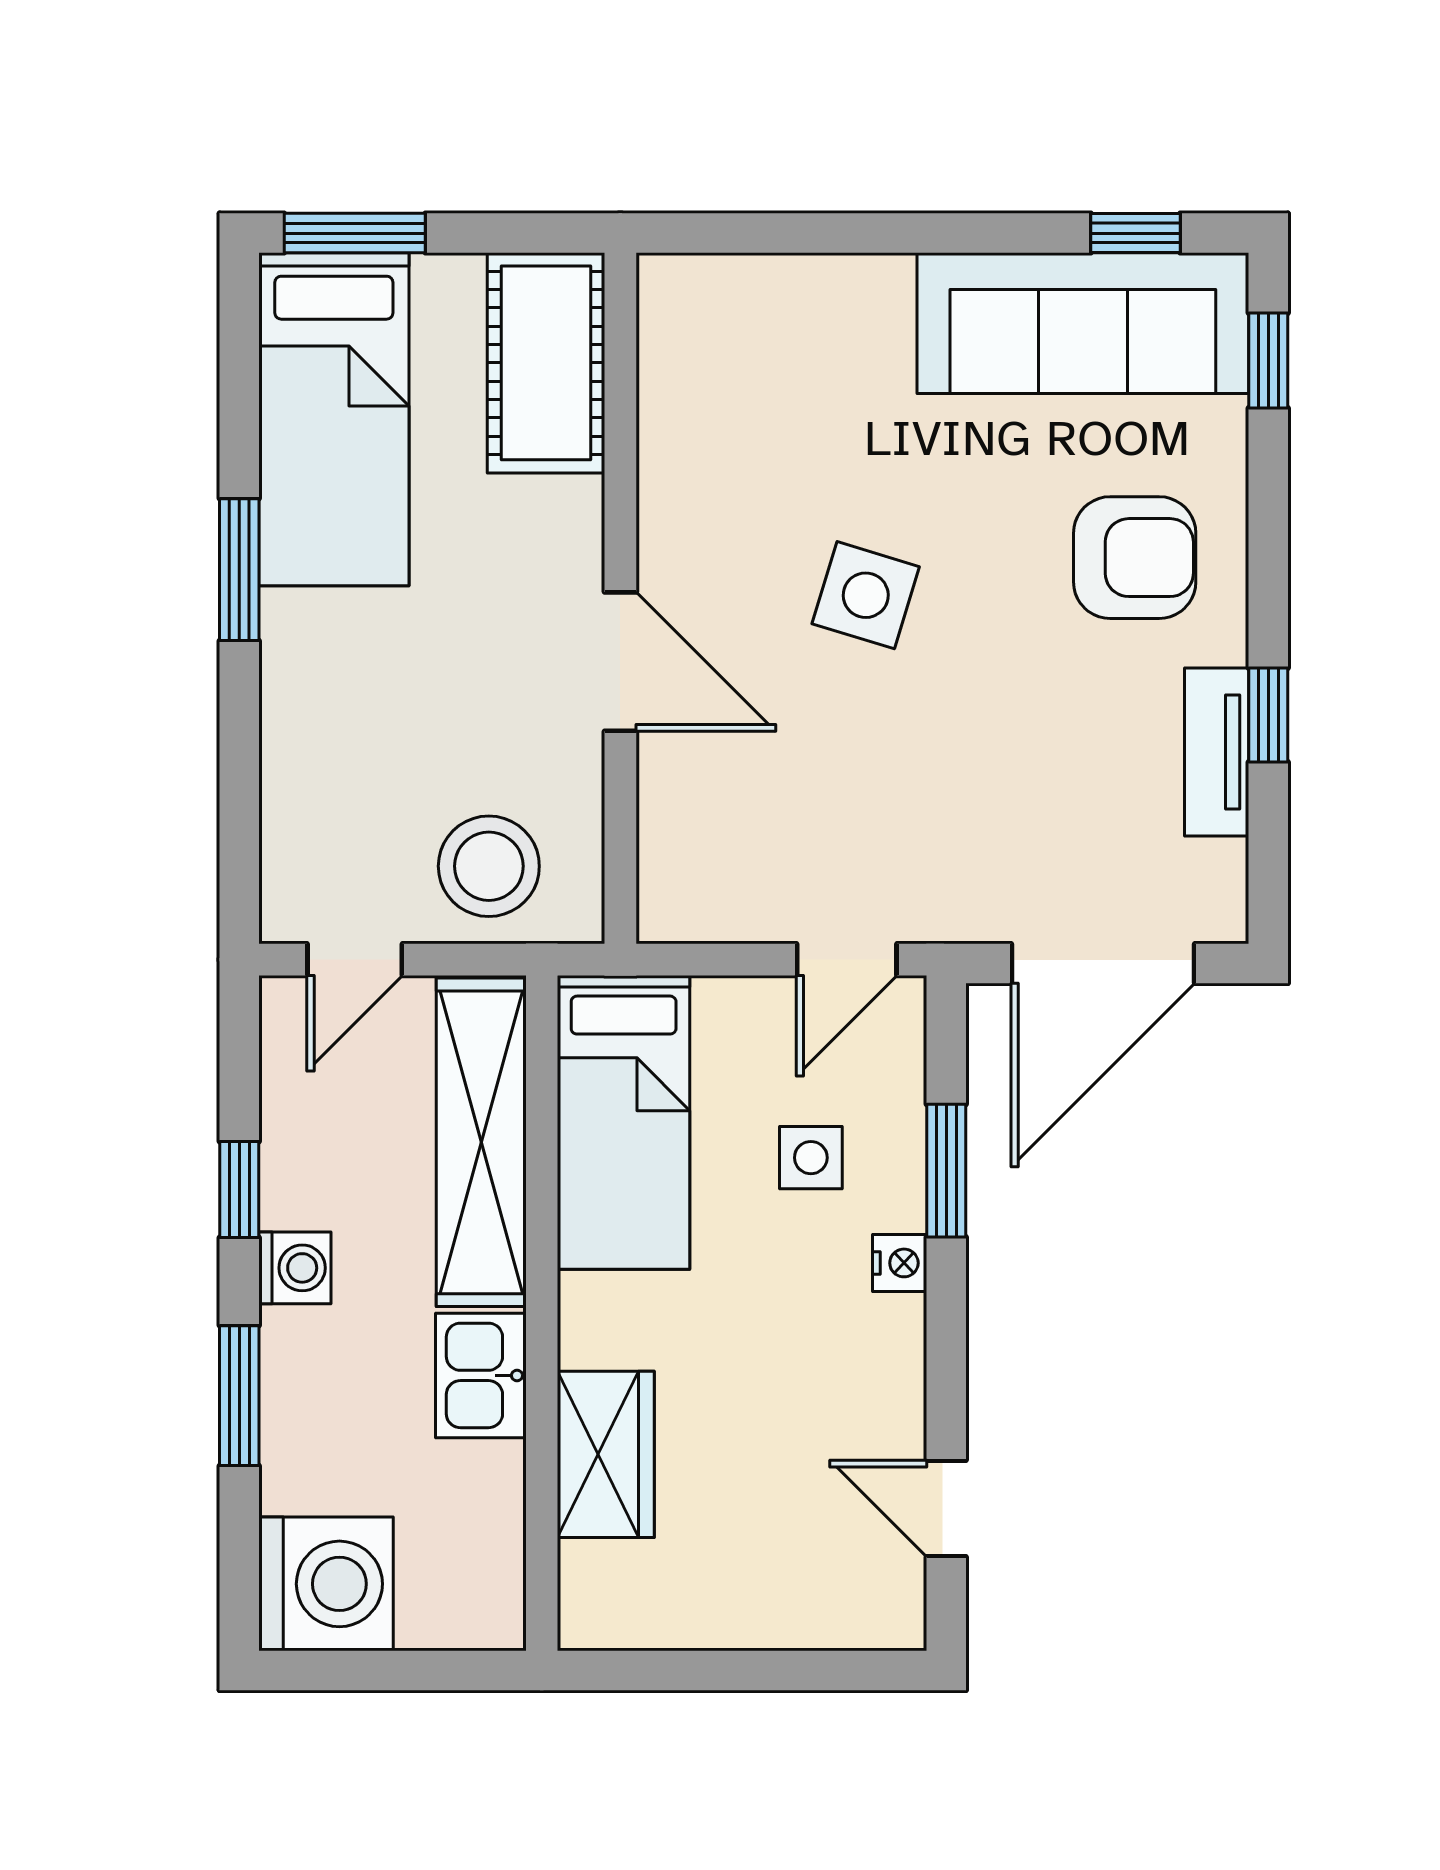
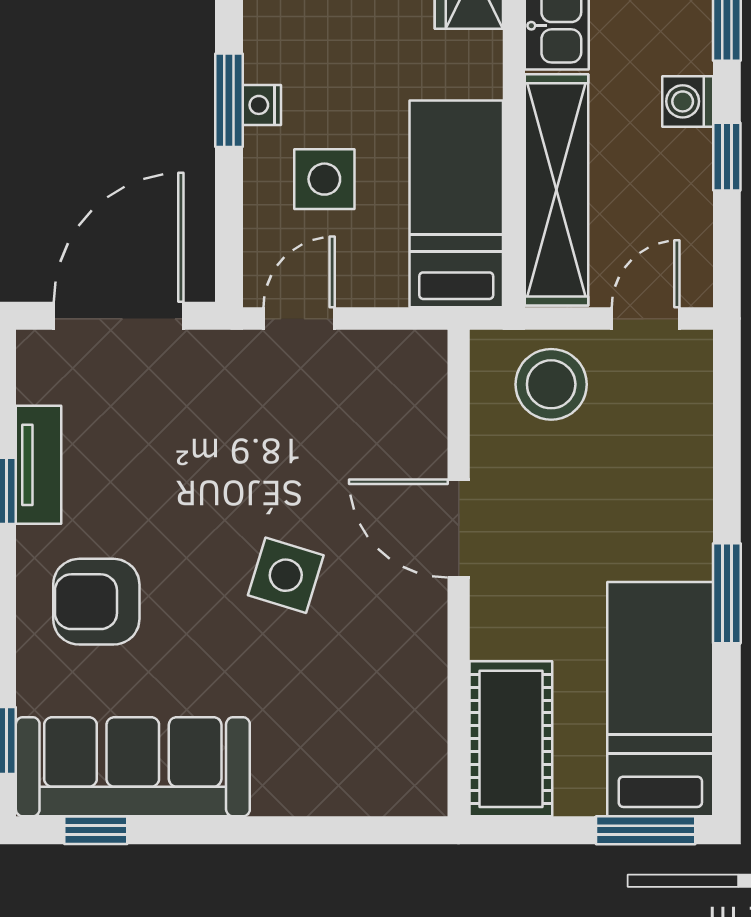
side table: (811, 1158) -> (324, 179), width x1.37, depth x1.37
window: (946, 1171) -> (229, 100), moved

